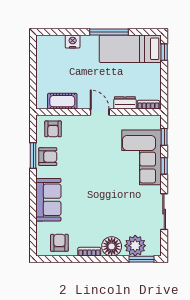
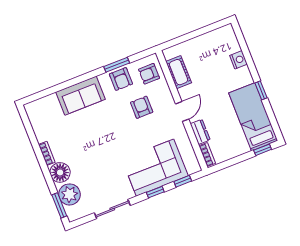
window: (109, 32) -> (261, 90), width x0.46
armchair: (59, 243) -> (142, 107), moved, turned -90

